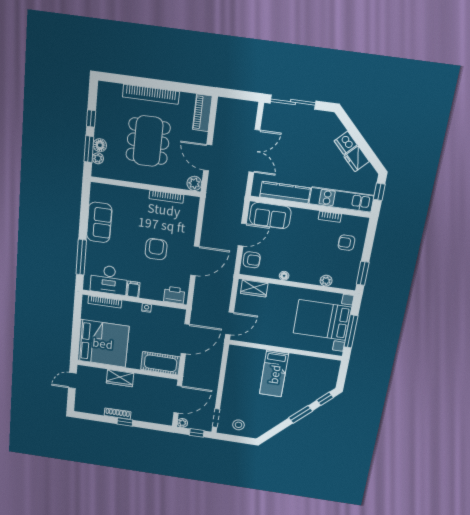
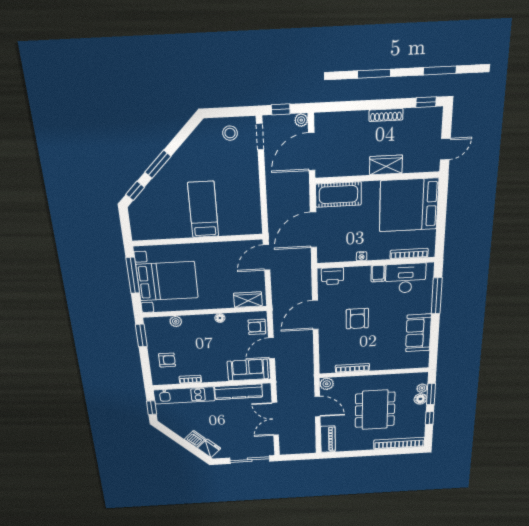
bookcase: (151, 94) -> (399, 443), moved
fridge: (357, 159) -> (209, 448), moved
window: (125, 422) -> (426, 102), moved

